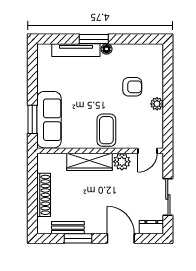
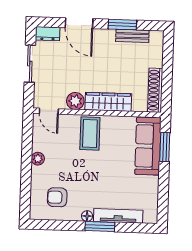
armchair: (132, 87) -> (57, 197), moved
door: (148, 151) -> (49, 111), swing flipped
shoe rack: (44, 195) -> (155, 90), moved

